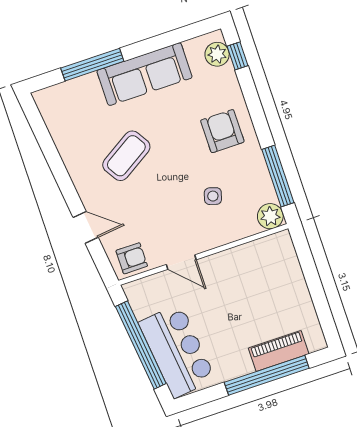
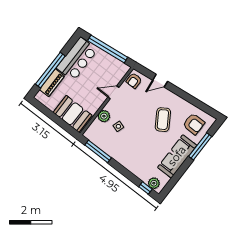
armchair: (222, 131) -> (194, 124), moved
plant: (270, 216) -> (104, 116), moved
booth: (279, 272) -> (73, 114), added
bar counter: (177, 351) -> (77, 59), moved, turned -83

